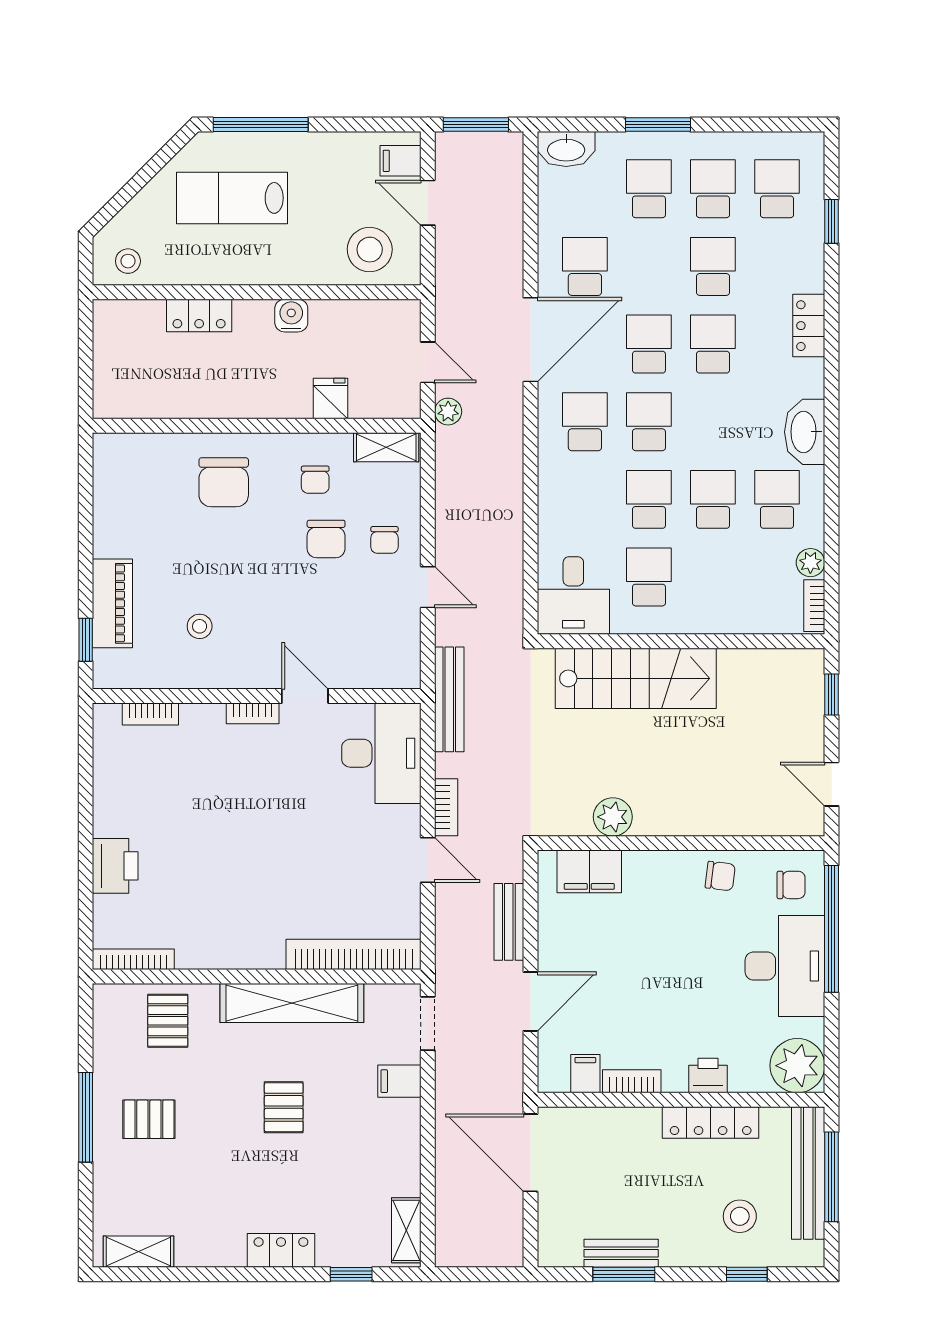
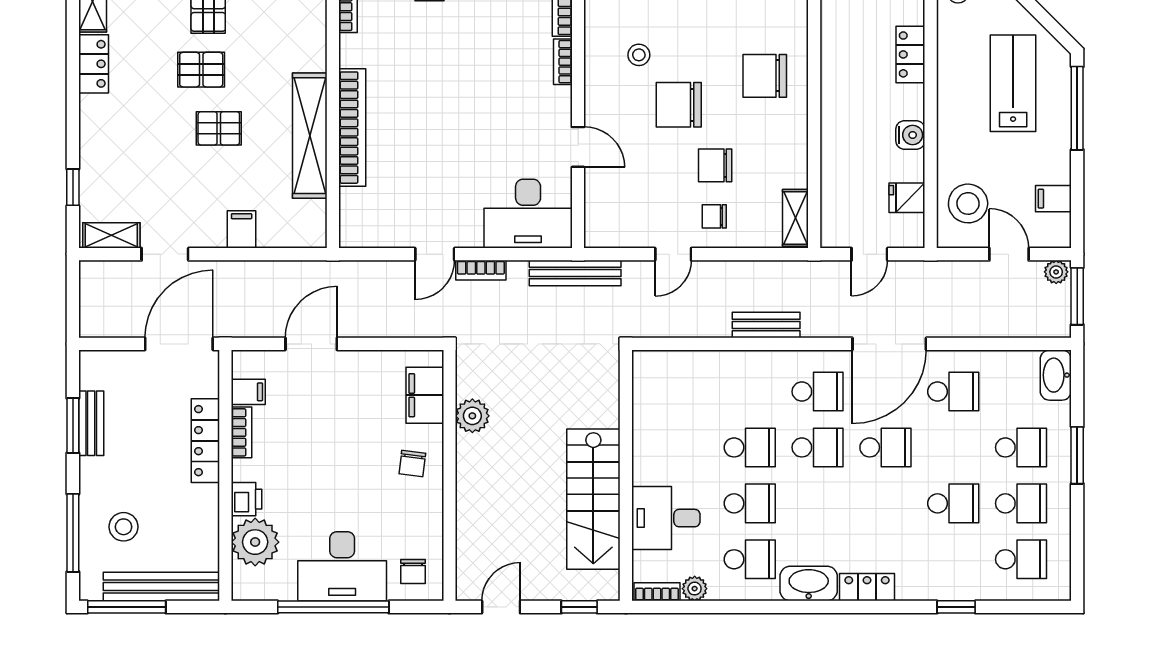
filing cabinet: (401, 161) -> (1053, 199), moved, turned -90
door: (428, 203) -> (1009, 254), hinge flipped
window: (832, 221) -> (956, 607), moved
locker: (809, 326) -> (867, 587), moved
door: (530, 340) -> (889, 344), hinge flipped
school desk: (713, 344) -> (885, 503), removed
fridge: (331, 398) -> (907, 198), moved, turned 180
plant: (448, 412) -> (1056, 272), moved
chair: (315, 480) -> (679, 105), moved, width x1.87, depth x1.87
school desk: (649, 577) -> (682, 447), removed
desk: (573, 595) -> (666, 518), moved
stairs: (636, 678) -> (593, 499), moved
door: (305, 696) -> (578, 147), hinge flipped
bookcase: (253, 713) -> (563, 62), moved
chair: (720, 876) -> (412, 463), moved
bench: (509, 922) -> (766, 325), moved
window: (832, 929) -> (333, 607), moved
bookcase: (354, 954) -> (352, 128), moved
door: (530, 1001) -> (311, 344), swing flipped
pallet: (168, 1021) -> (201, 70), moved
doorway: (428, 1023) -> (165, 254), moved
plant: (797, 1066) -> (255, 542), moved
locker: (711, 1123) -> (205, 441), moved
window: (832, 1177) -> (127, 607), moved
locker: (281, 1250) -> (94, 64), moved
window: (747, 1274) -> (73, 533), width x2.17

